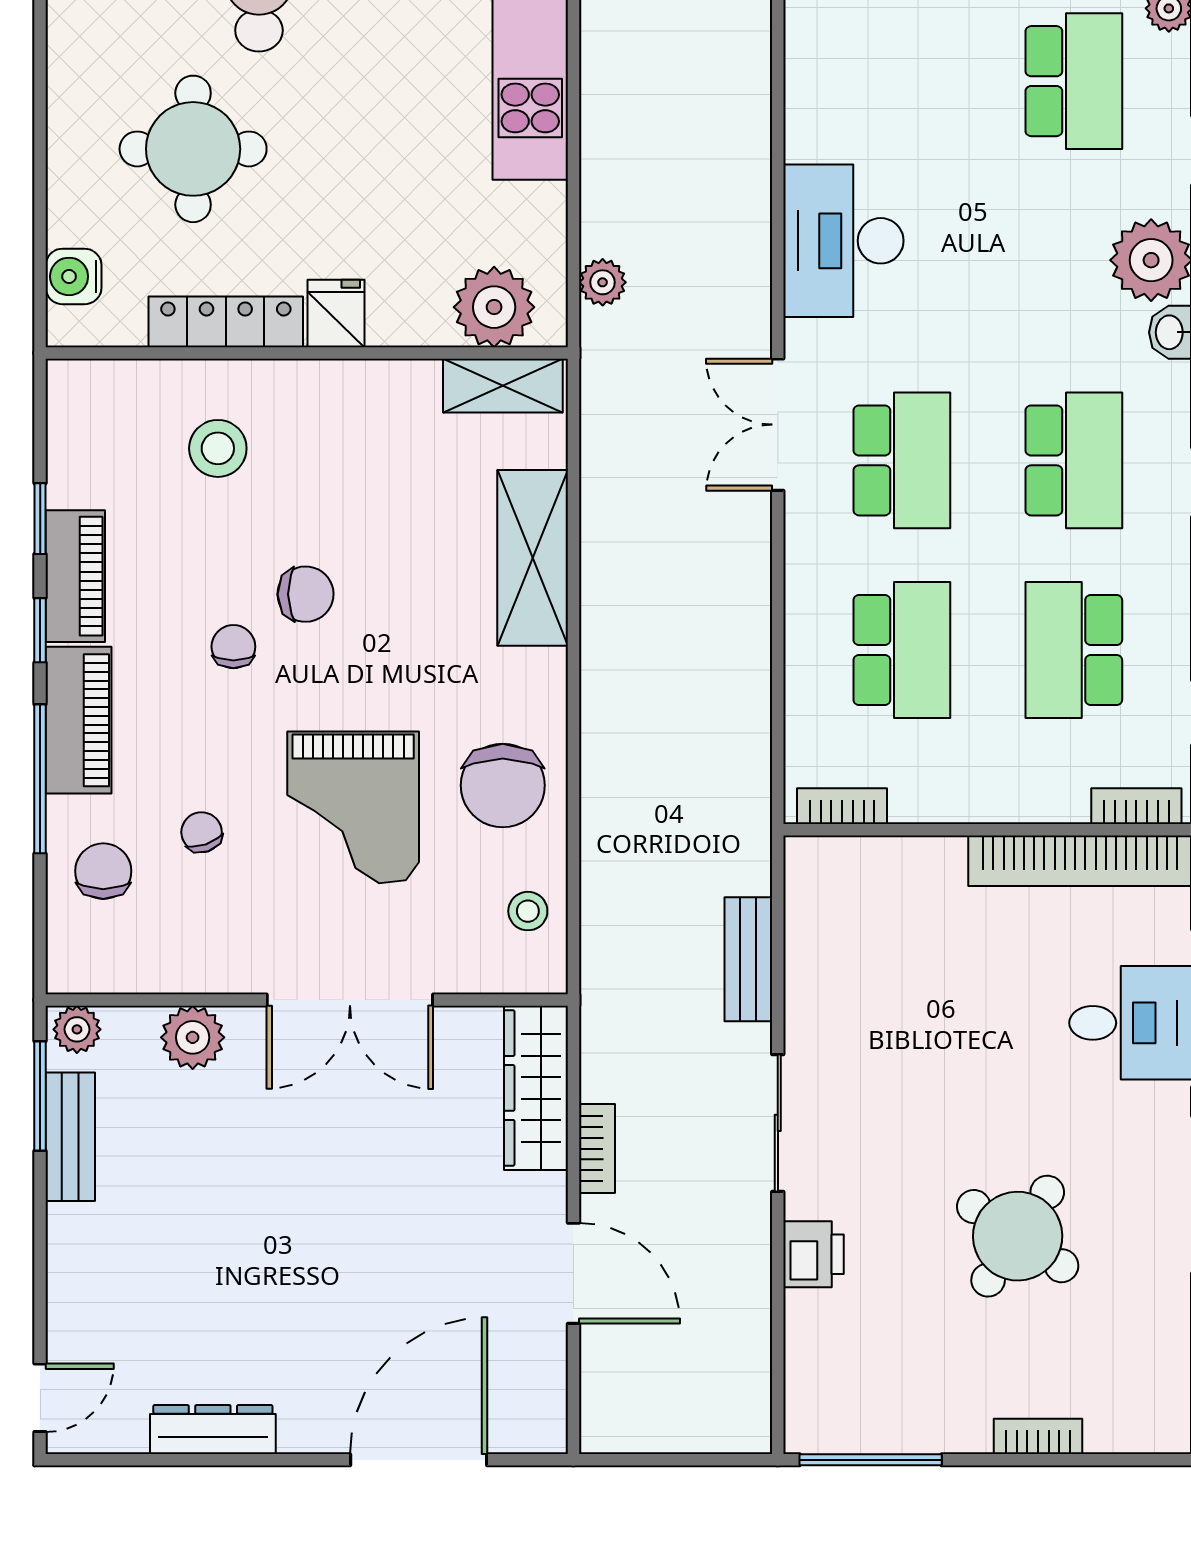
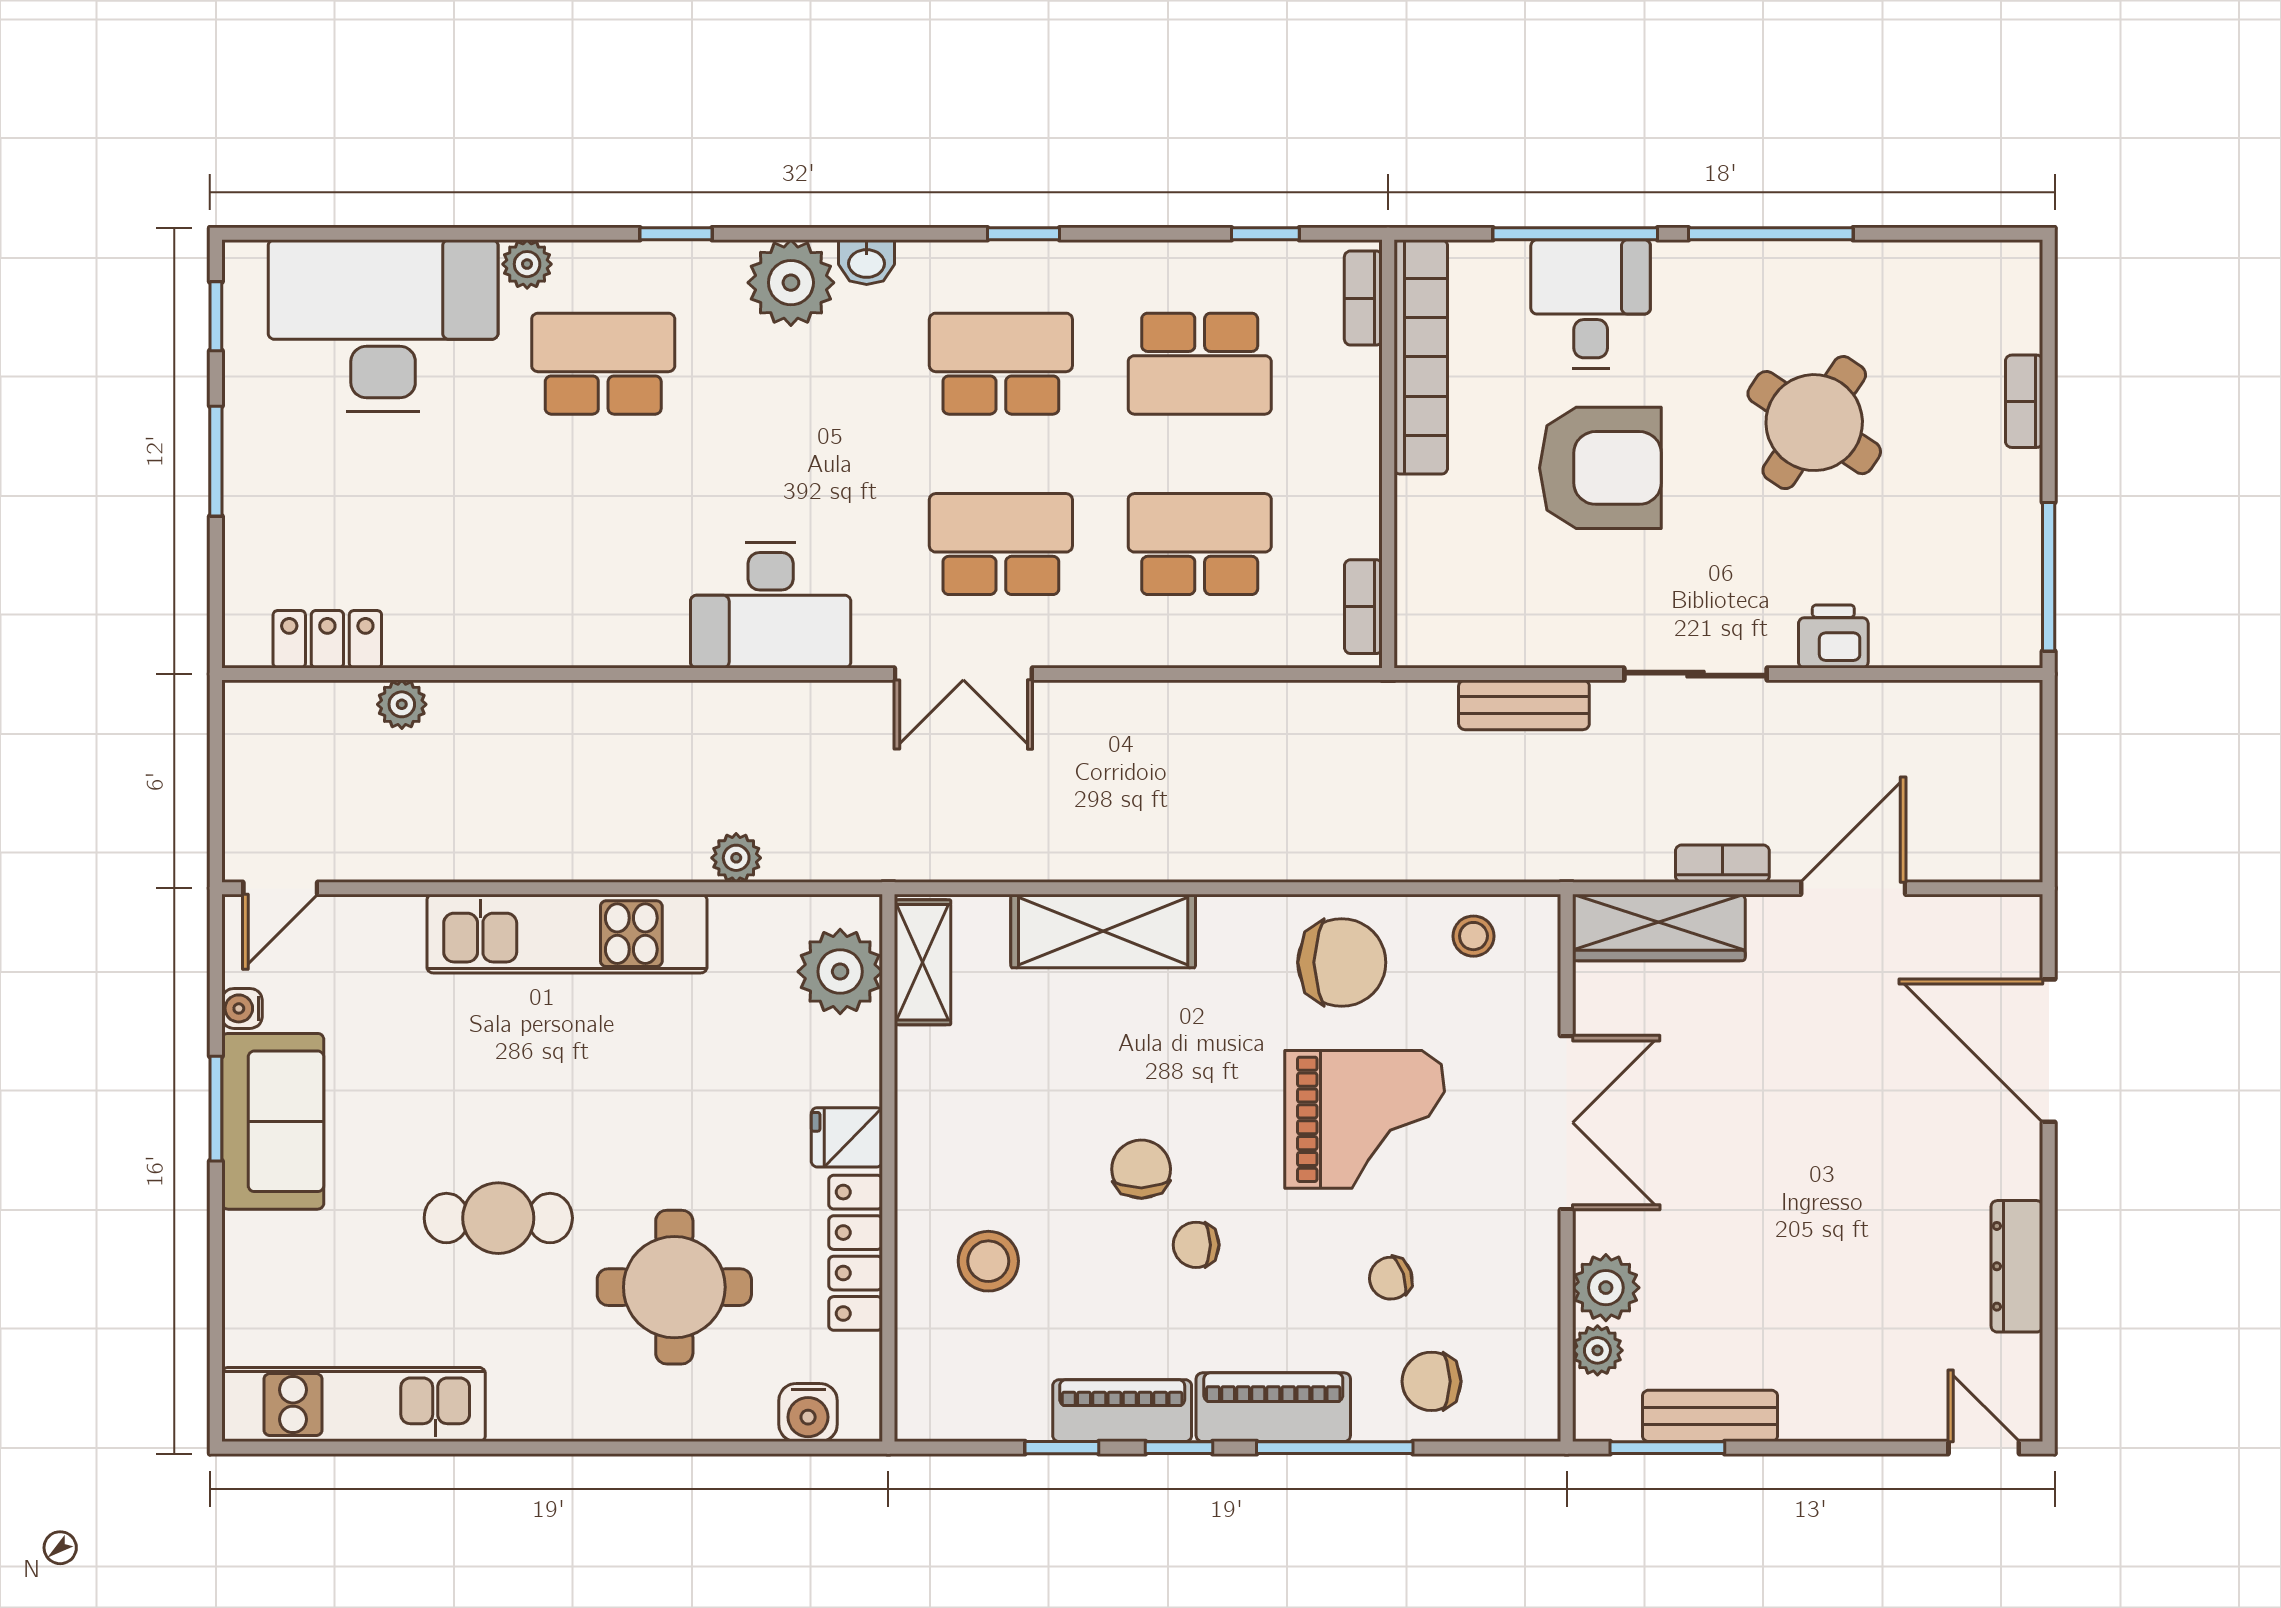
plant: (603, 282) -> (736, 858), moved
plant: (77, 1029) -> (1597, 1350), moved
armchair: (974, 1032) -> (1600, 468), added

